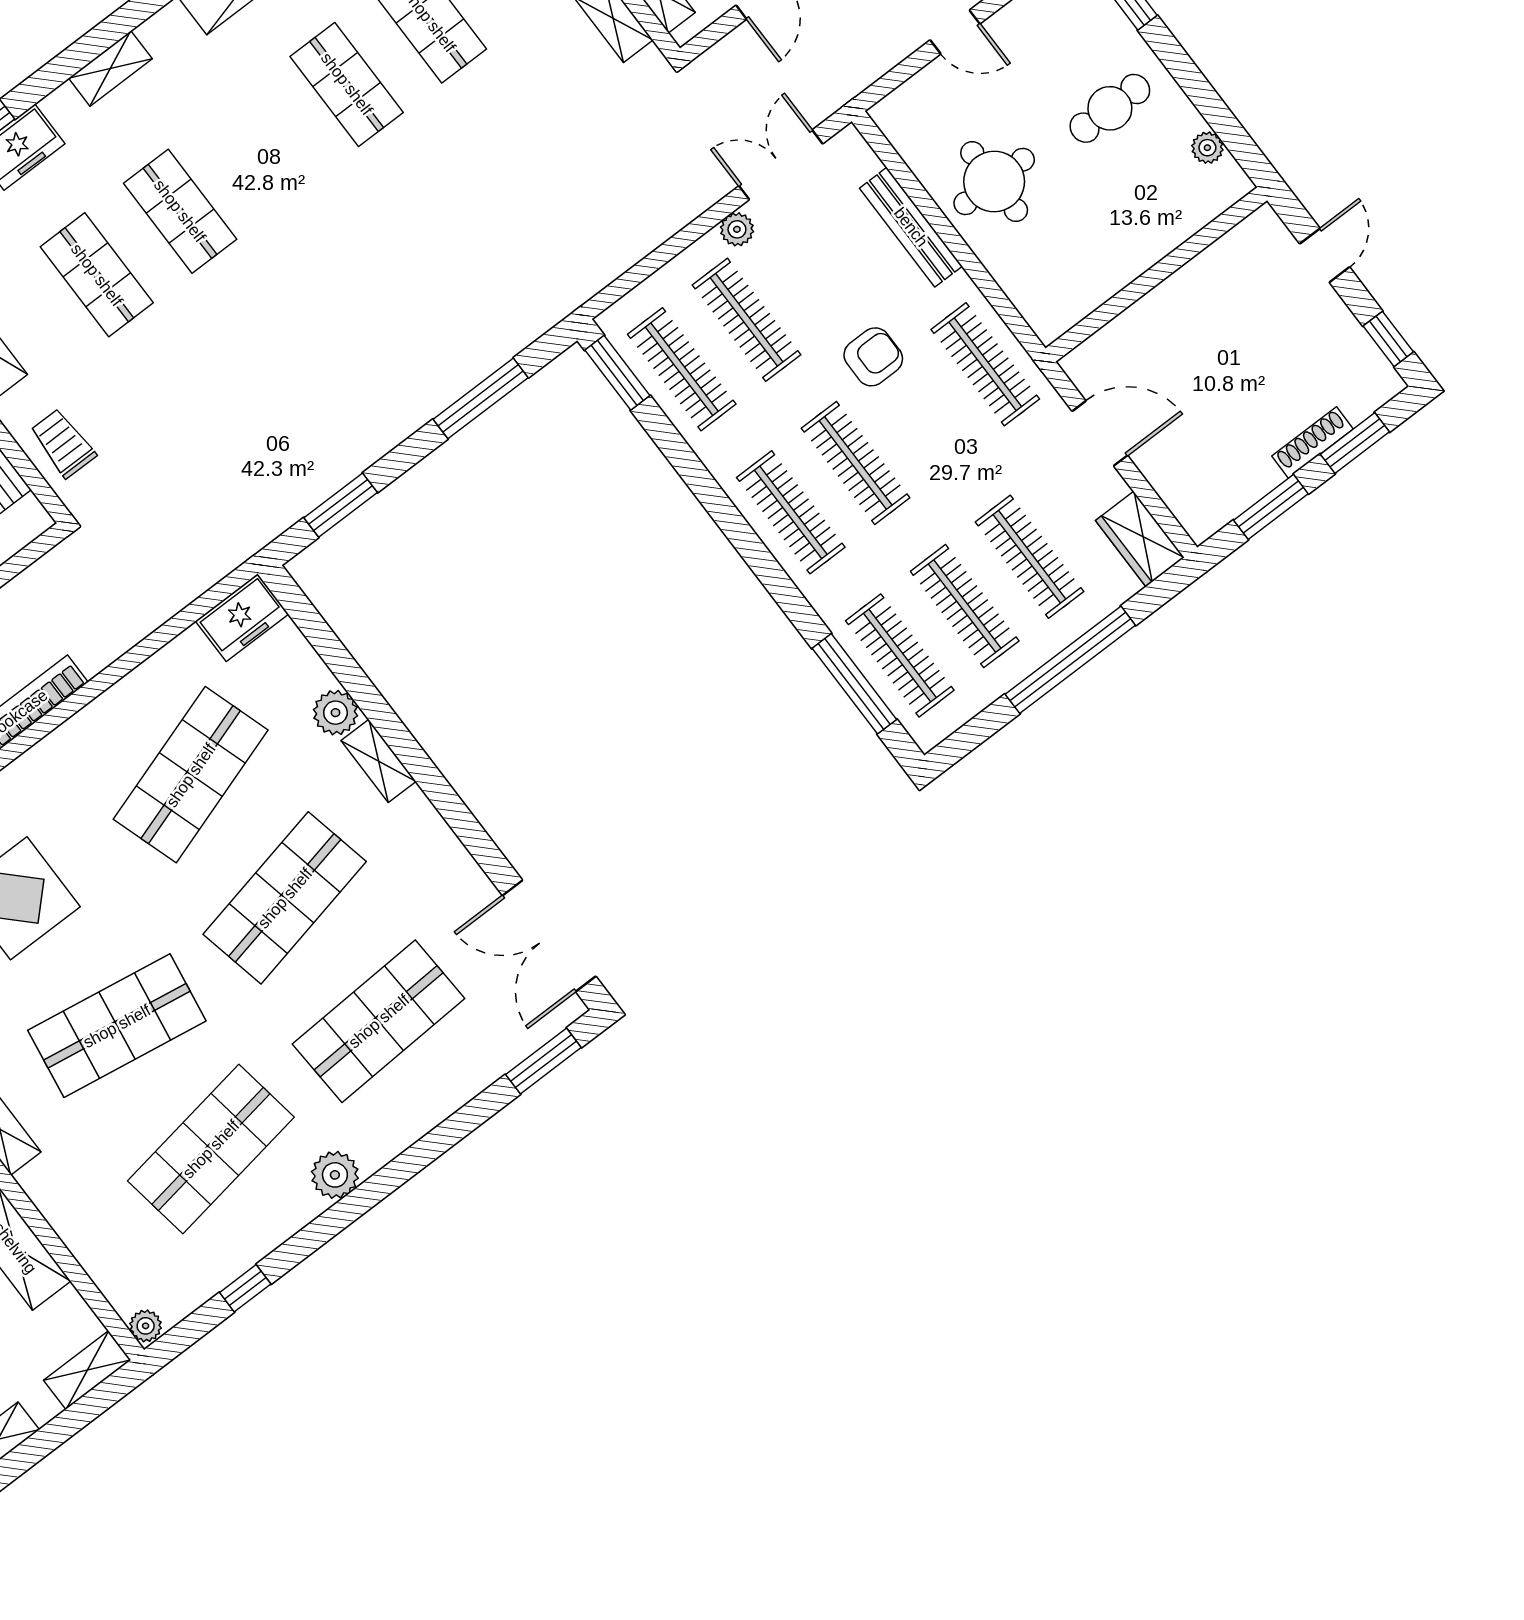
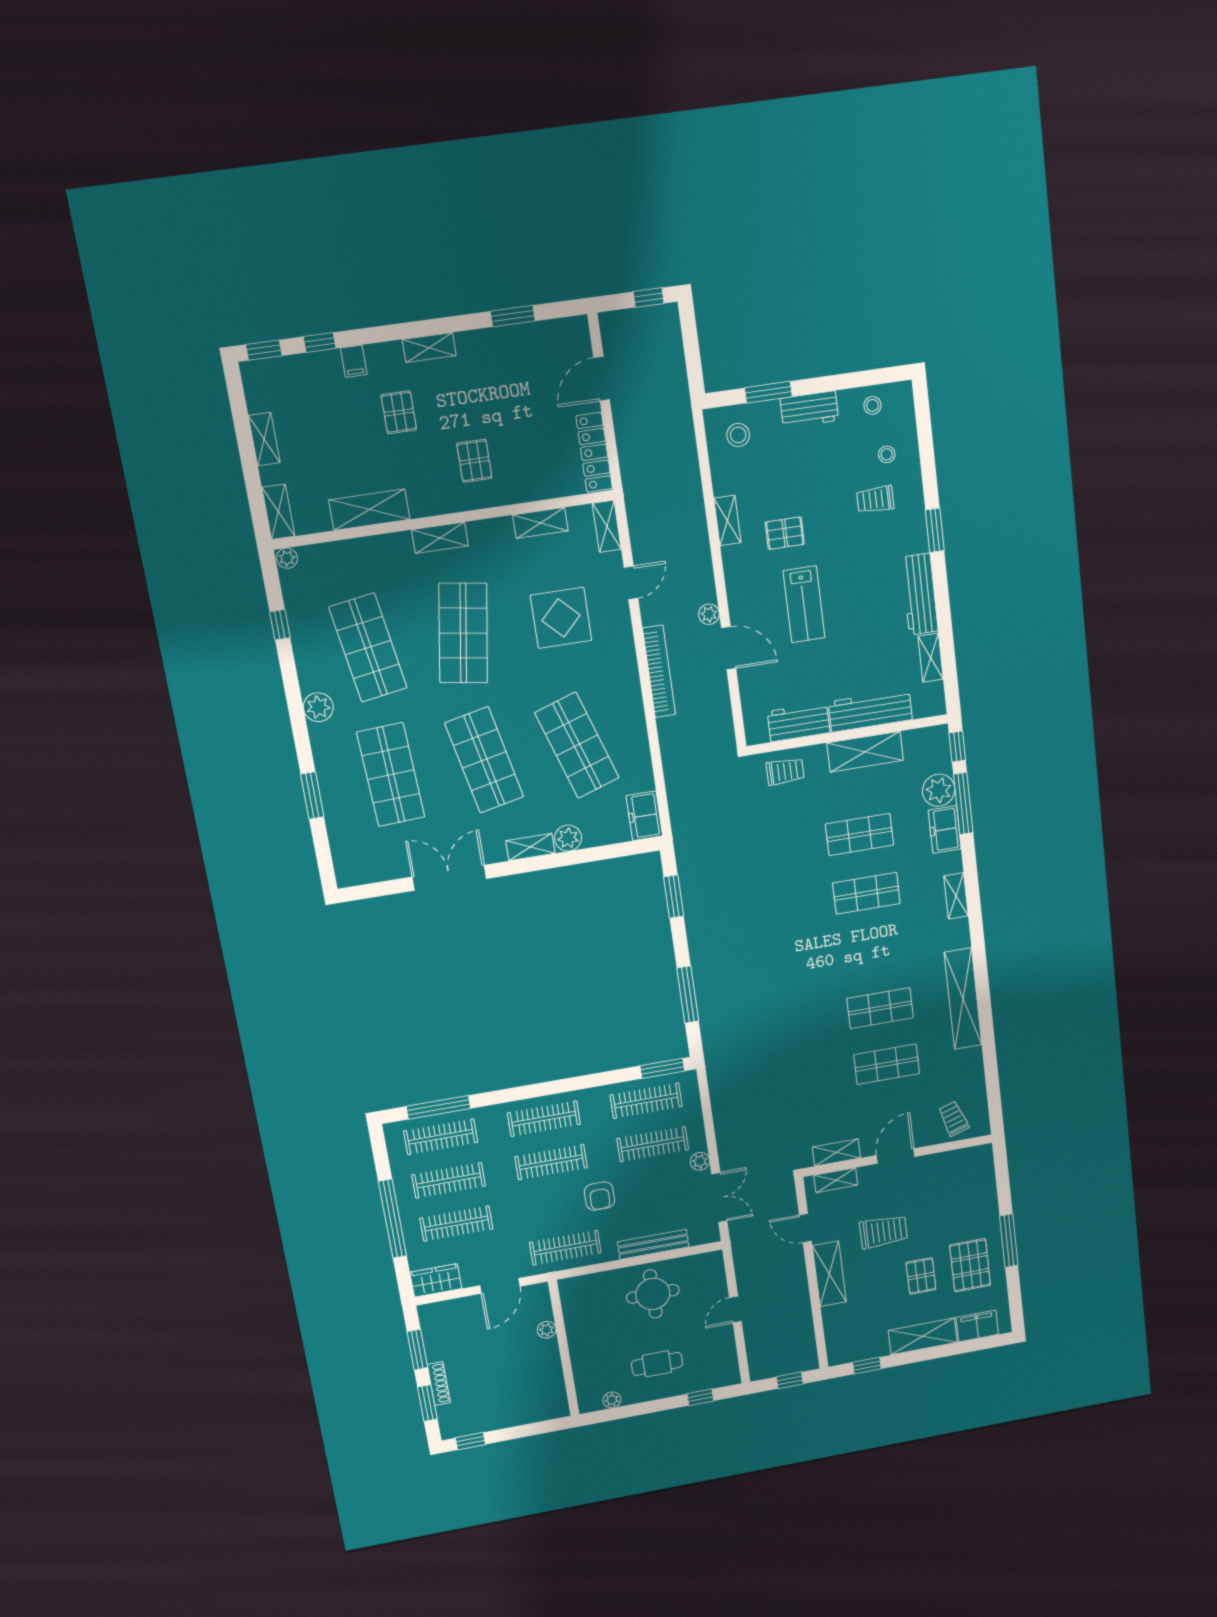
cafe table: (1110, 108) -> (657, 1364), turned 90
door: (1325, 255) -> (528, 1430), removed
plant: (1138, 319) -> (547, 1330), added
double door: (549, 936) -> (449, 878), moved
window: (543, 1061) -> (312, 796), moved

